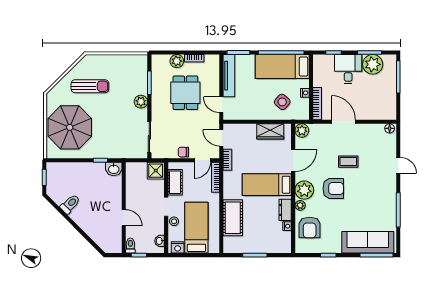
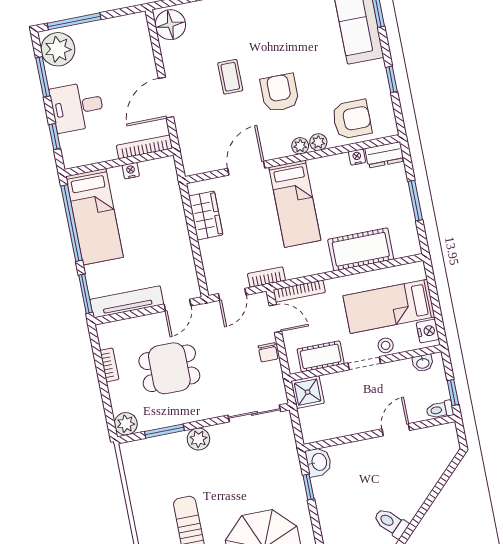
plant: (177, 61) -> (126, 424), moved
plant: (373, 64) -> (58, 49), moved
side table: (282, 102) -> (153, 205), removed
floor lamp: (390, 128) -> (170, 25), width x1.89, depth x1.89
plant: (302, 130) -> (194, 163), removed
door: (293, 160) -> (246, 168), hinge flipped
plant: (304, 190) -> (300, 146), width x0.53, depth x0.53
dresser: (285, 210) -> (385, 155), moved

